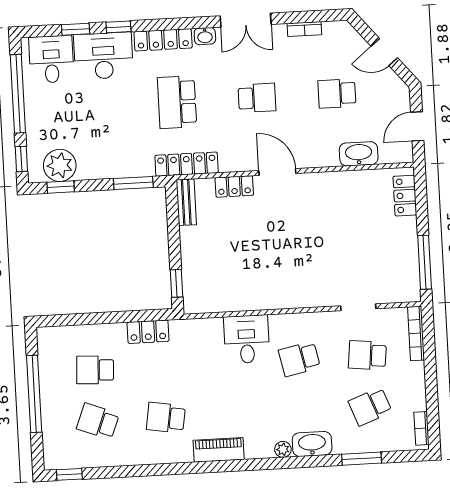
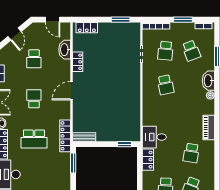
locker: (234, 186) -> (78, 62), moved
window: (425, 262) -> (121, 20), width x0.69
desk: (247, 339) -> (154, 137), moved
window: (431, 387) -> (183, 20), added

